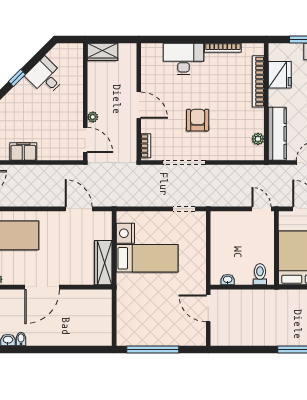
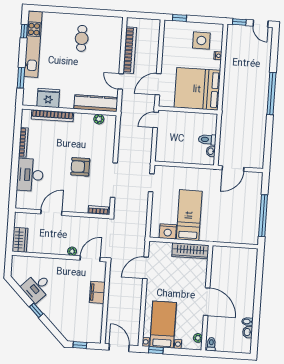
door: (139, 105) -> (51, 213), moved
filing cabinet: (23, 152) -> (97, 292), moved
toilet: (260, 274) -> (207, 140), moved

